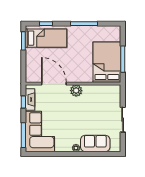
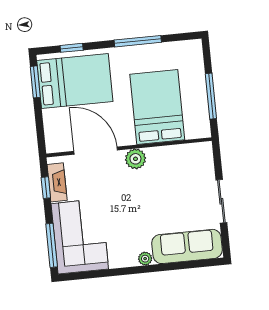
bed: (46, 38) -> (75, 81), width x1.50
bed: (107, 62) -> (157, 107), moved
sofa: (95, 143) -> (187, 246), width x1.36

